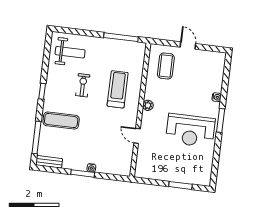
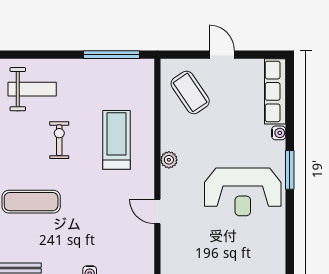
coffee table: (166, 66) -> (190, 92), turned -34
row of seats: (218, 72) -> (275, 91), added

